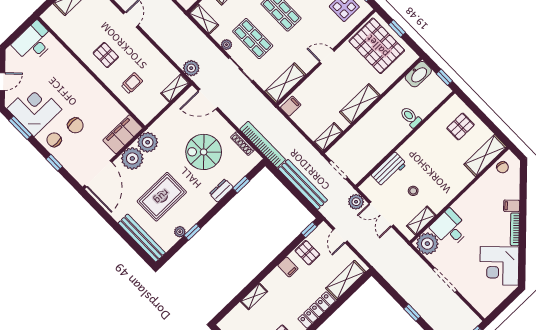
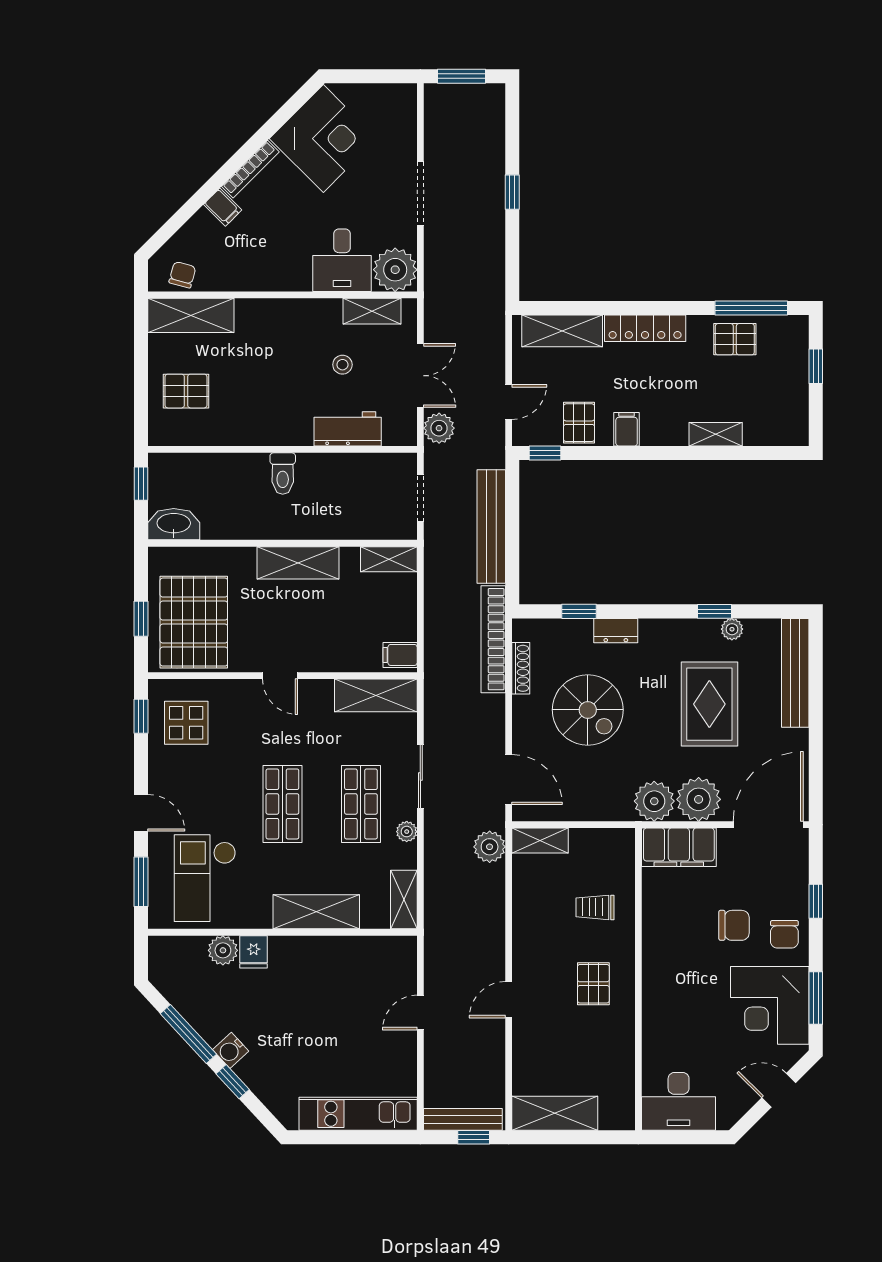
toilet: (411, 117) -> (283, 474), moved
chair: (75, 125) -> (734, 925), turned 90
rug: (162, 197) -> (709, 704), turned 90

